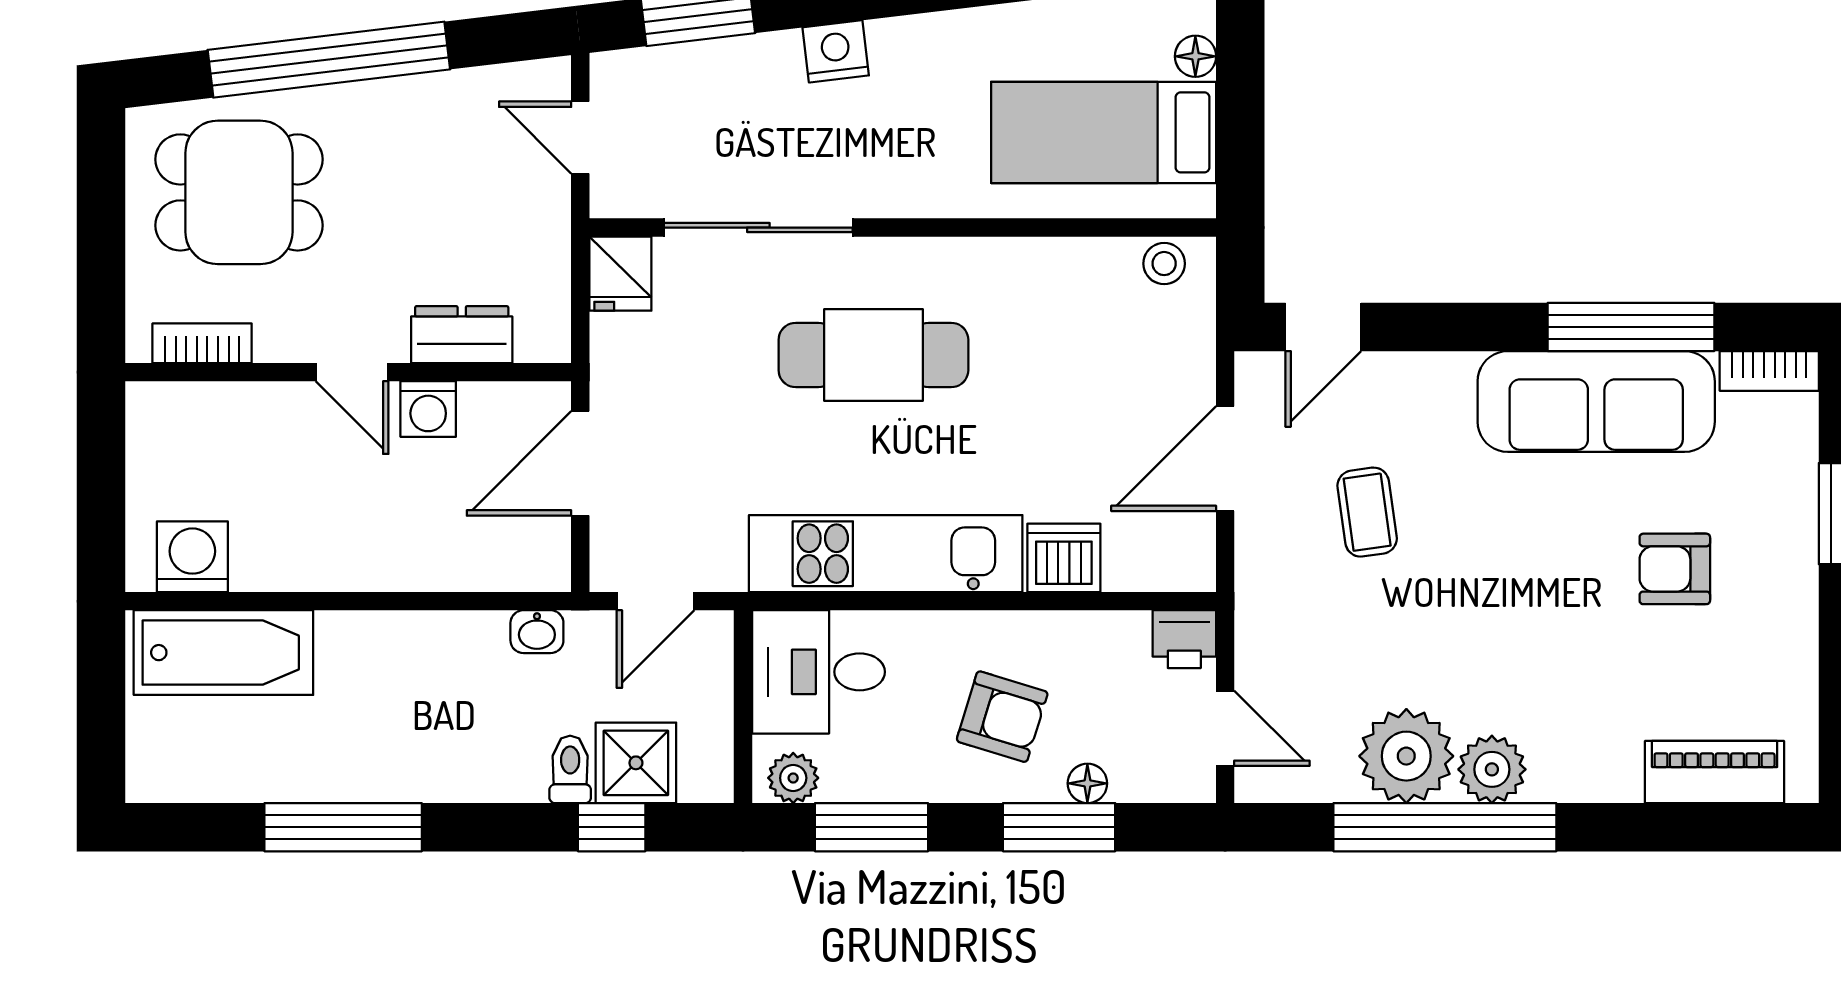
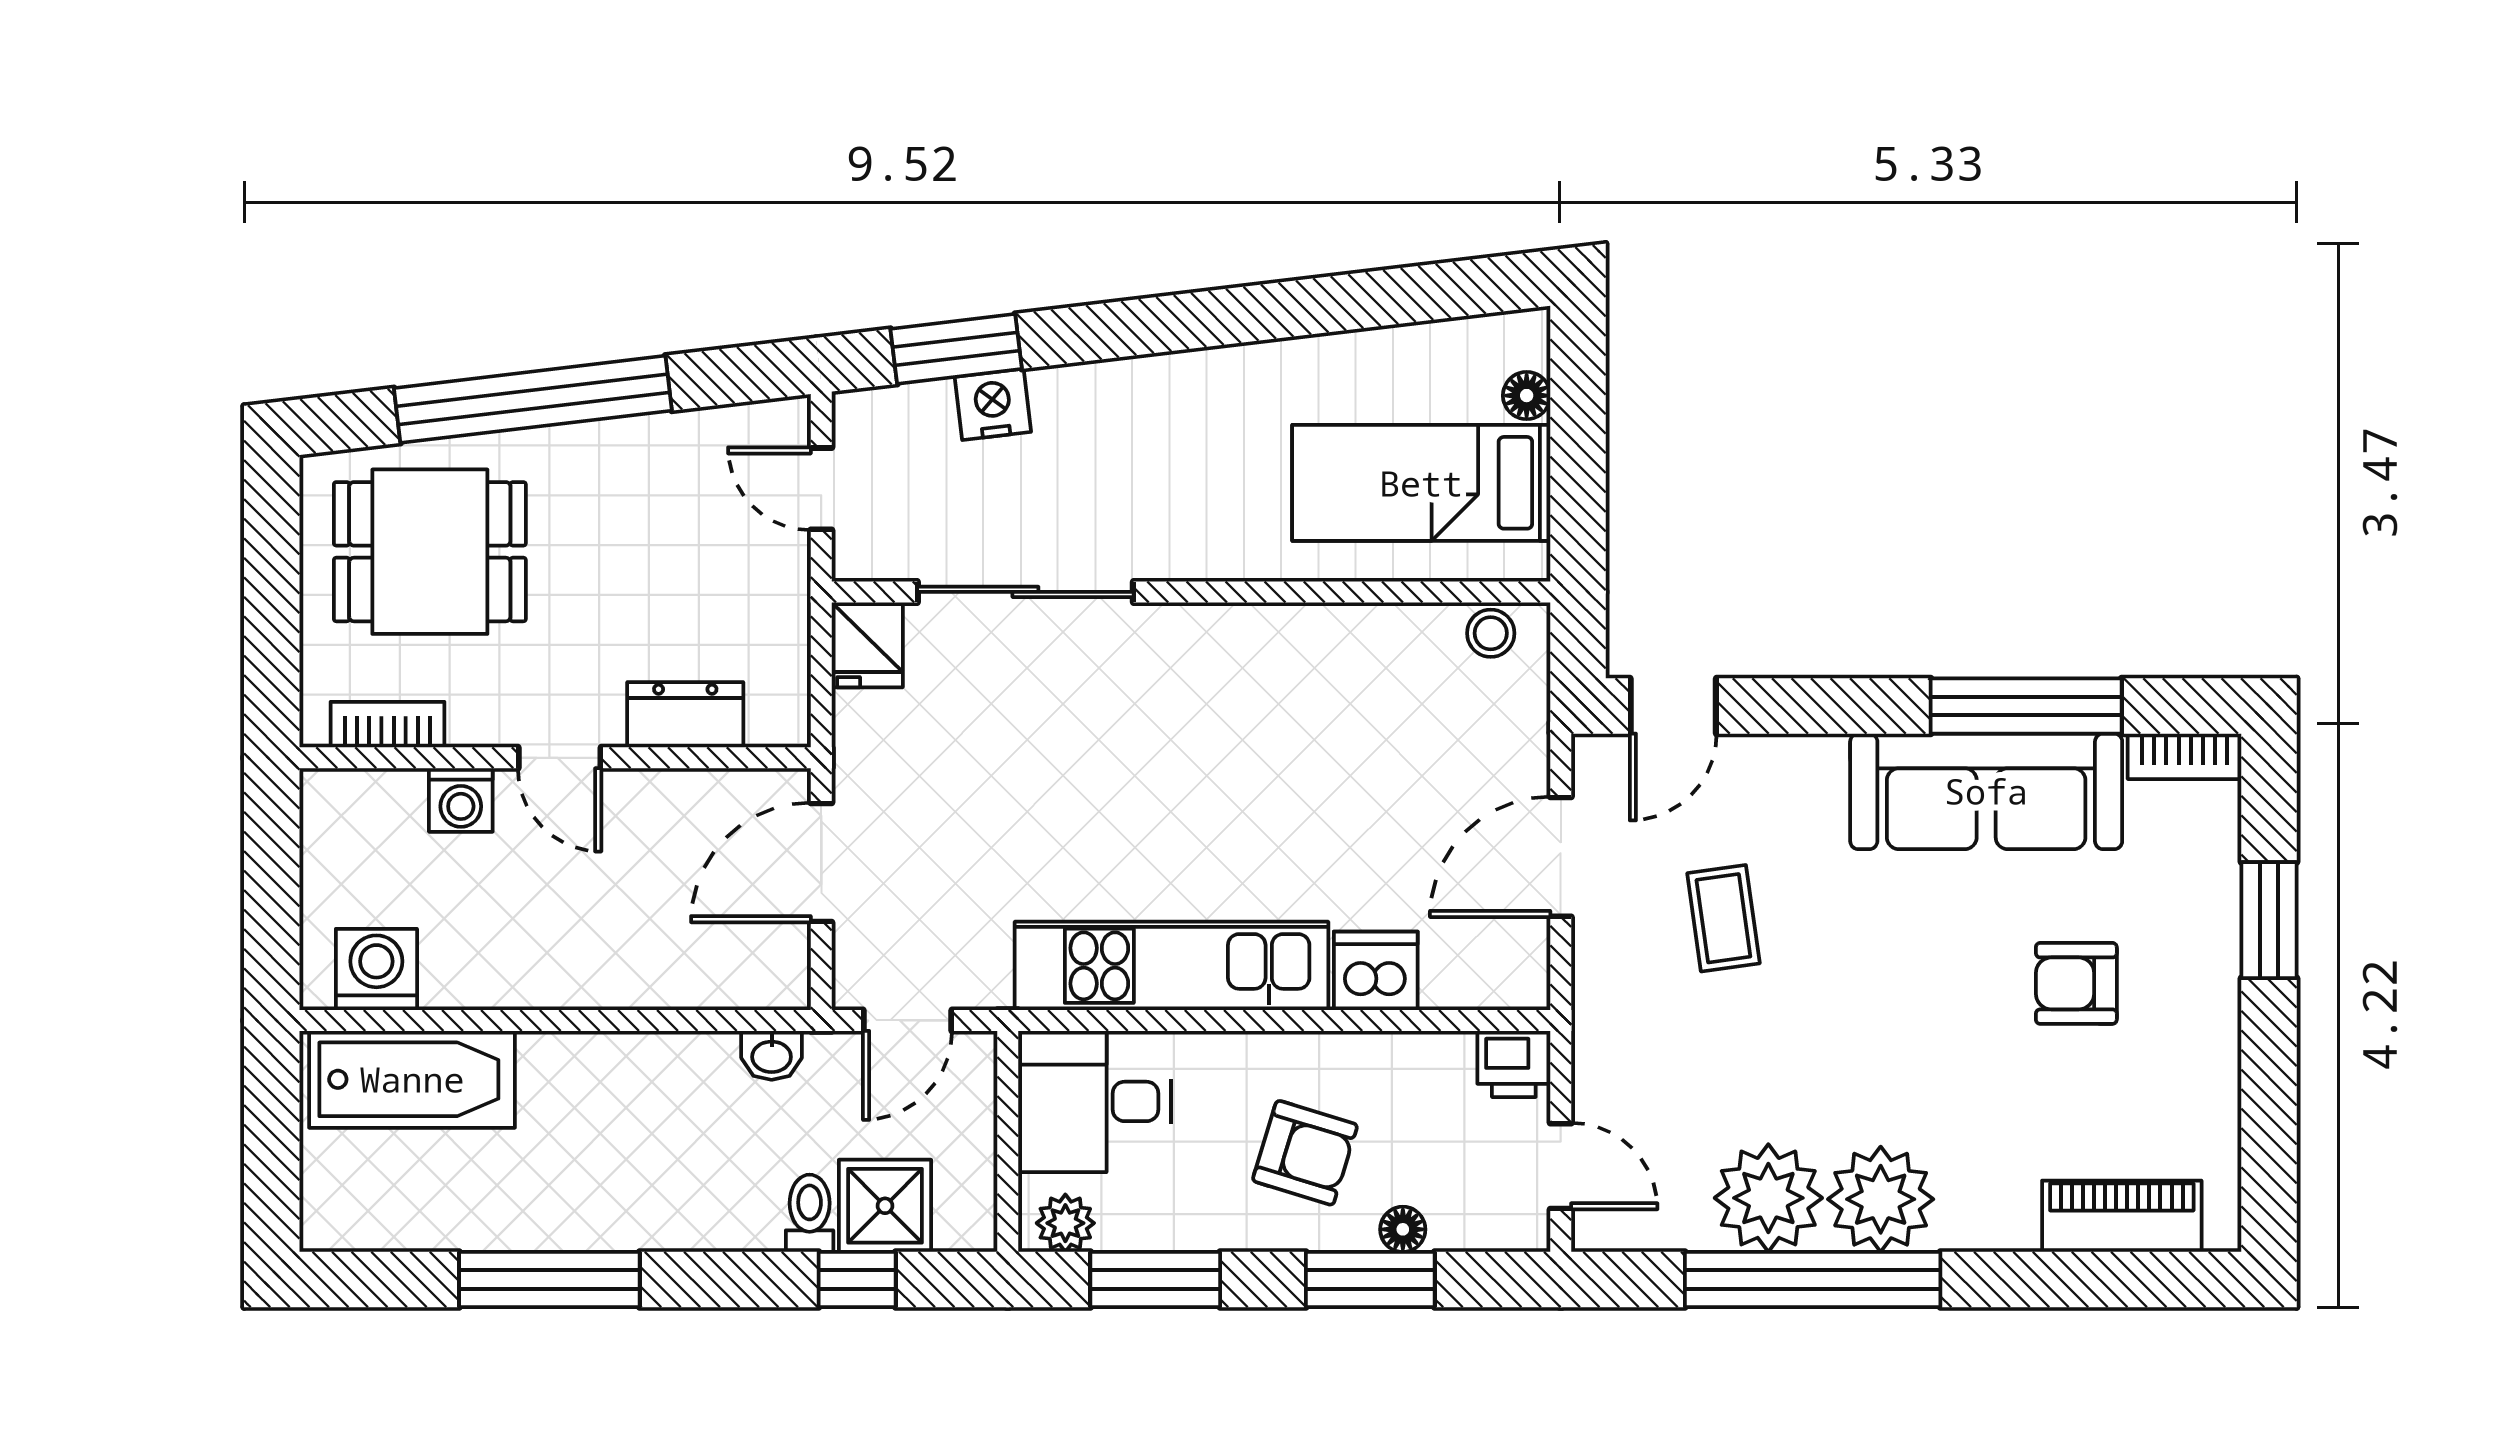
nightstand: (836, 51) -> (993, 404), moved
cafe table: (873, 355) -> (1157, 738), removed
washing machine: (428, 409) -> (461, 800), moved
plant: (1492, 769) -> (1881, 1199), width x1.36, depth x1.36

